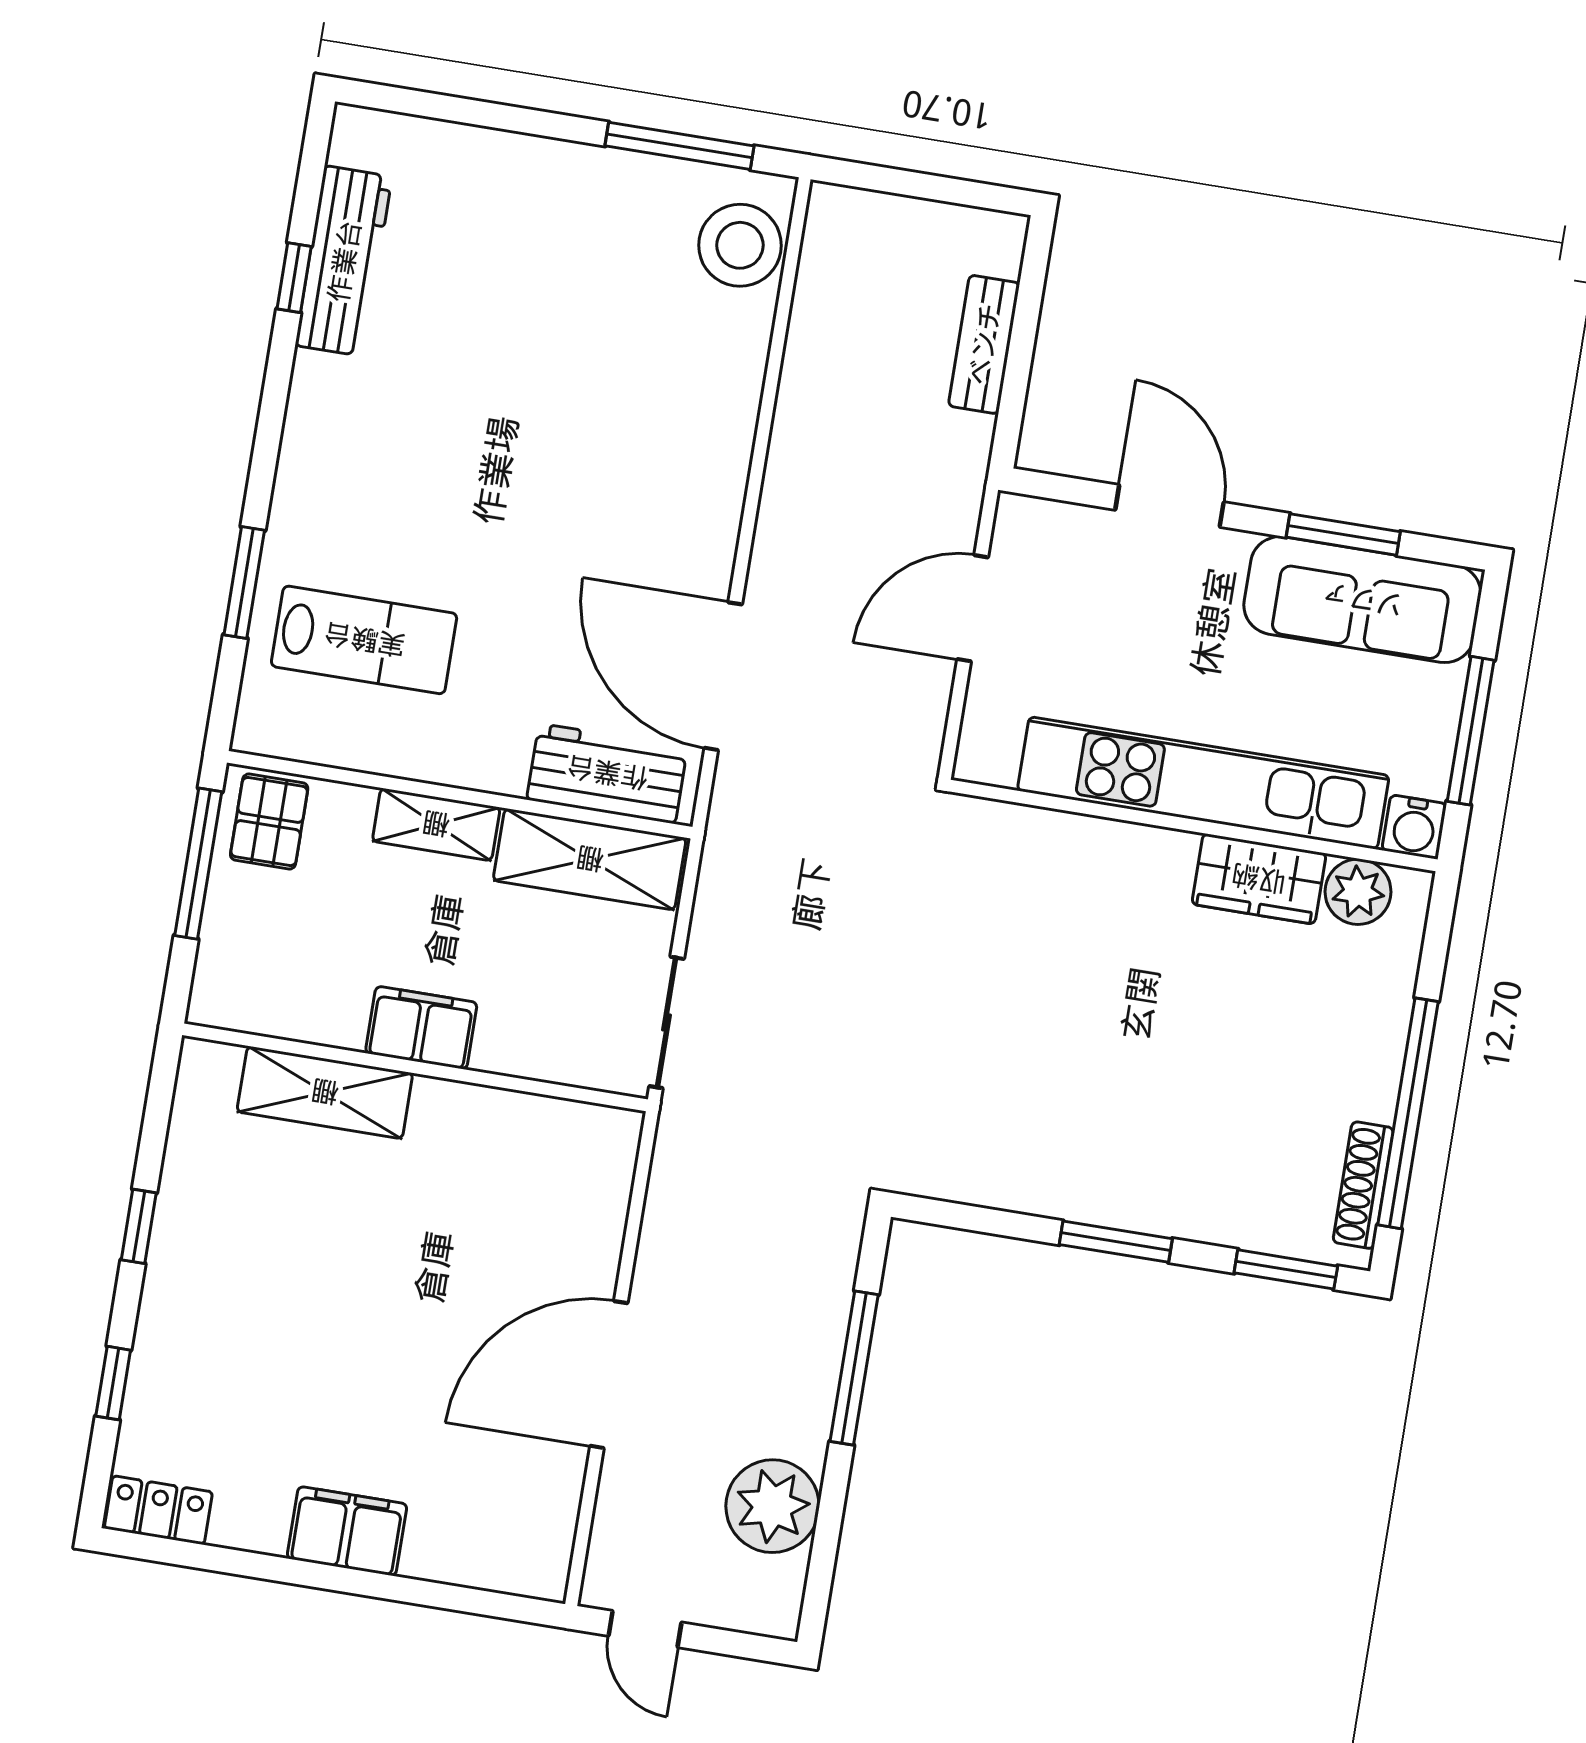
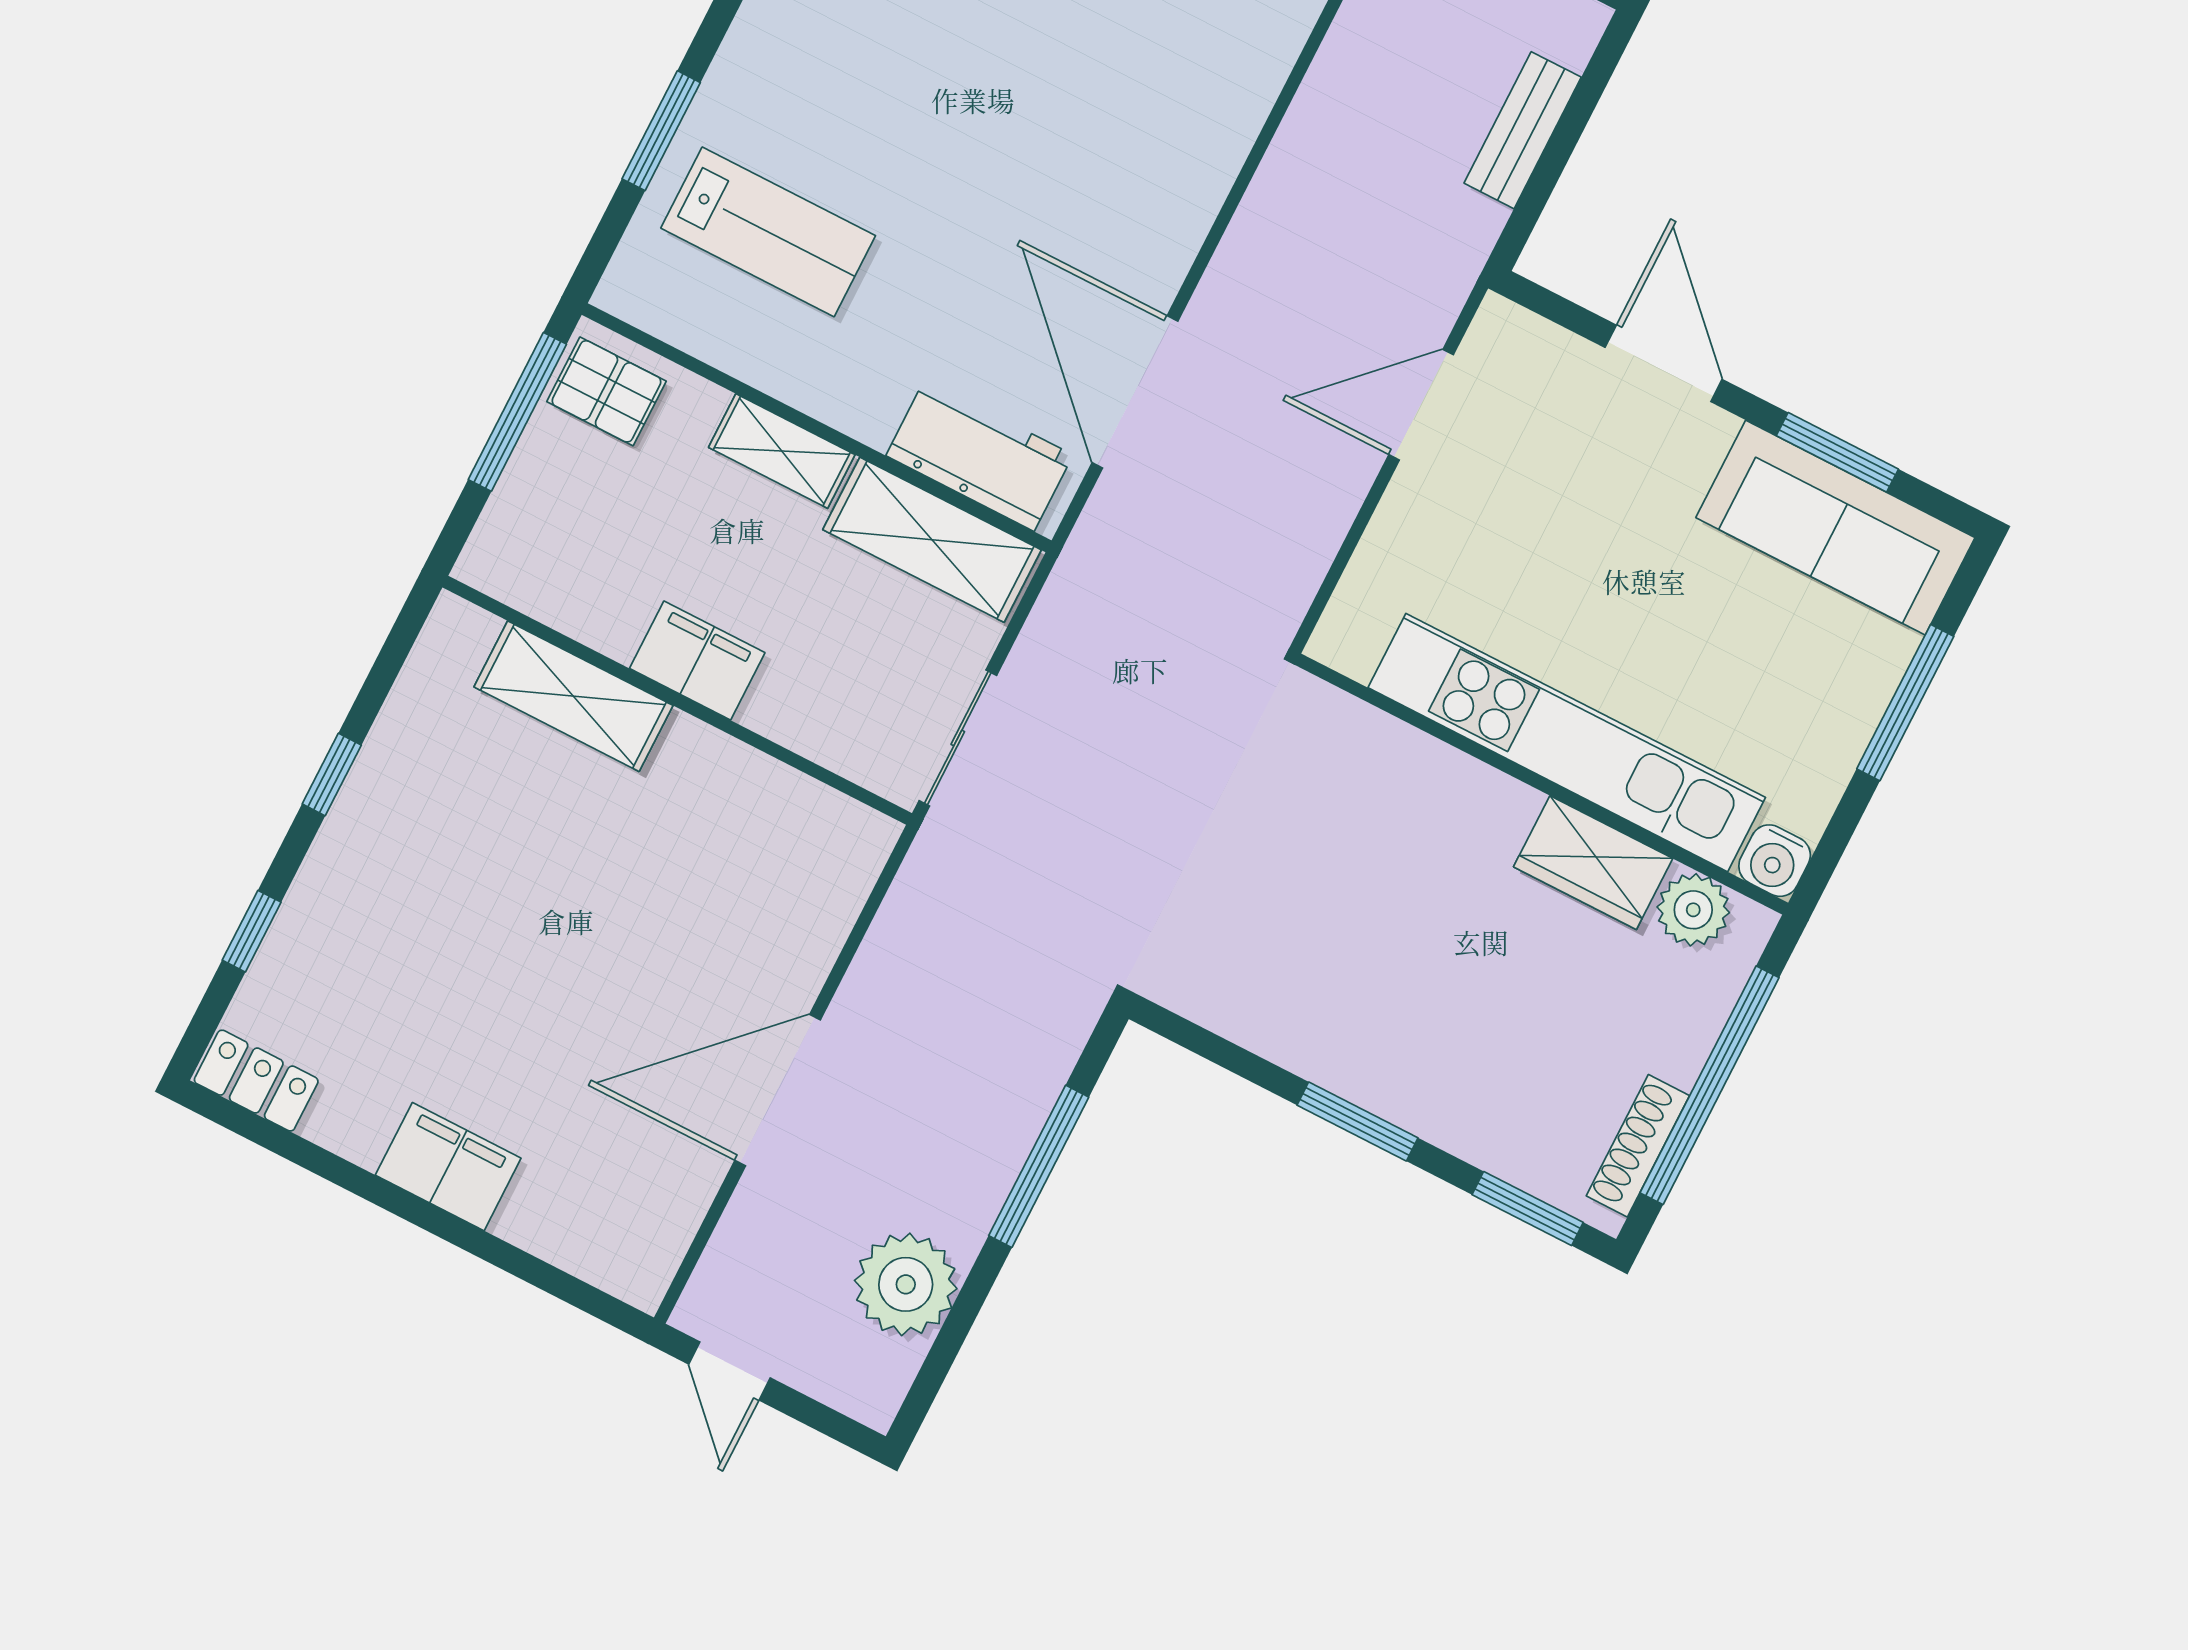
kitchen unit: (1203, 783) -> (1567, 743), moved
pallet: (269, 822) -> (607, 391), turned 90
wall: (1193, 825) -> (1542, 784), moved
water cooler: (1414, 827) -> (1775, 861), moved
wardrobe: (1259, 879) -> (1593, 863), moved
plant: (1358, 892) -> (1693, 910), moved

